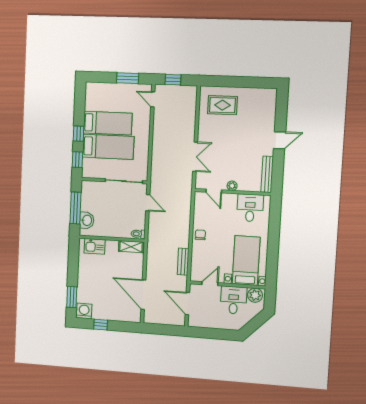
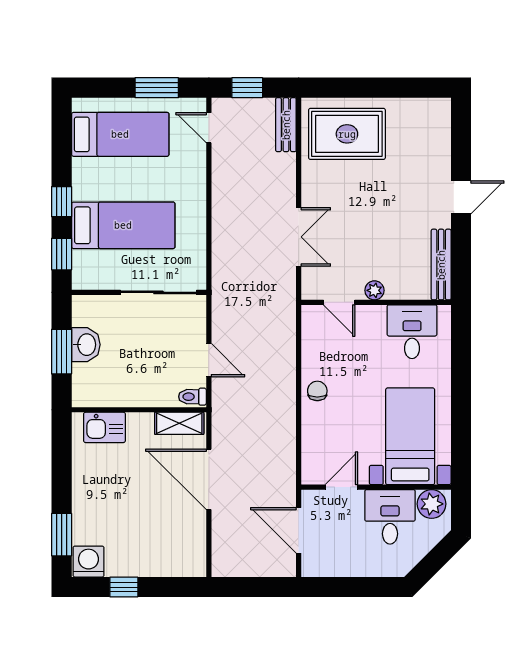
rug: (222, 105) -> (347, 134), width x1.36, depth x1.43
bed: (108, 123) -> (120, 134), moved
door: (148, 203) -> (209, 360), moved
window: (75, 208) -> (62, 352), width x0.69
washbasin: (87, 220) -> (86, 345), moved
bench: (183, 262) -> (286, 125), moved
door: (143, 295) -> (209, 479), moved

